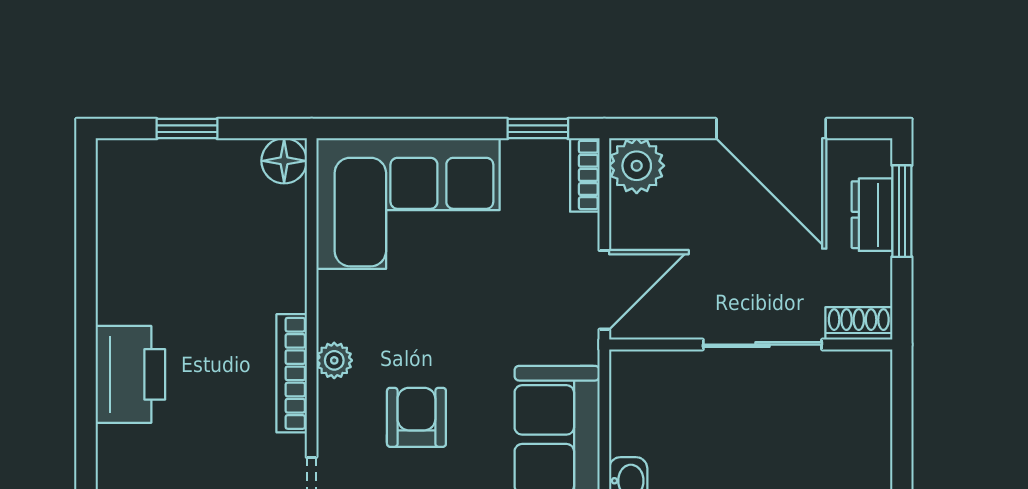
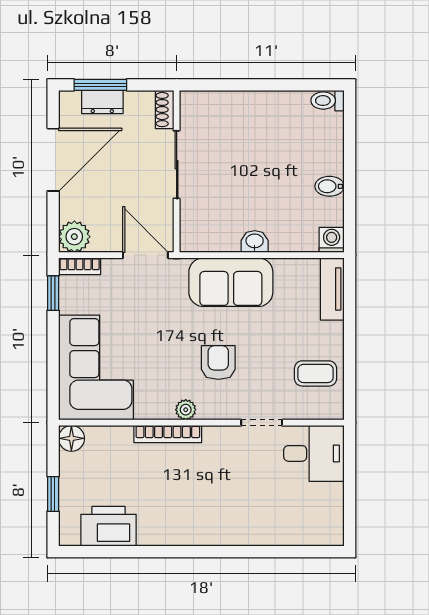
bookcase: (292, 373) -> (168, 434), moved
printer: (130, 374) -> (108, 526), moved
armchair: (416, 417) -> (218, 363), turned 90

